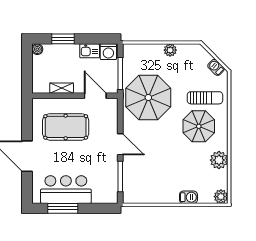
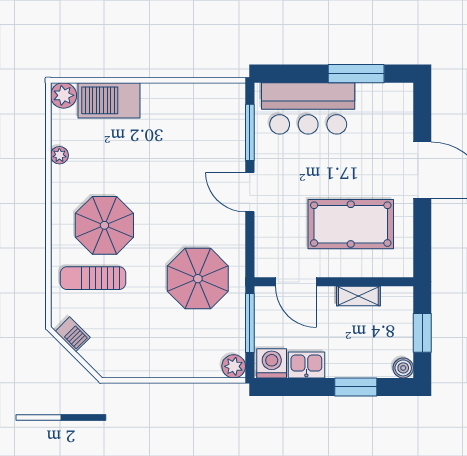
plant: (170, 50) -> (234, 366), moved
window: (27, 68) -> (422, 333), added
parasol: (148, 98) -> (198, 279), width x0.73, depth x0.73
plant: (219, 160) -> (59, 155), width x0.53, depth x0.53
bar counter: (66, 190) -> (308, 108), moved
barbecue: (188, 197) -> (109, 100), width x1.88, depth x1.53

